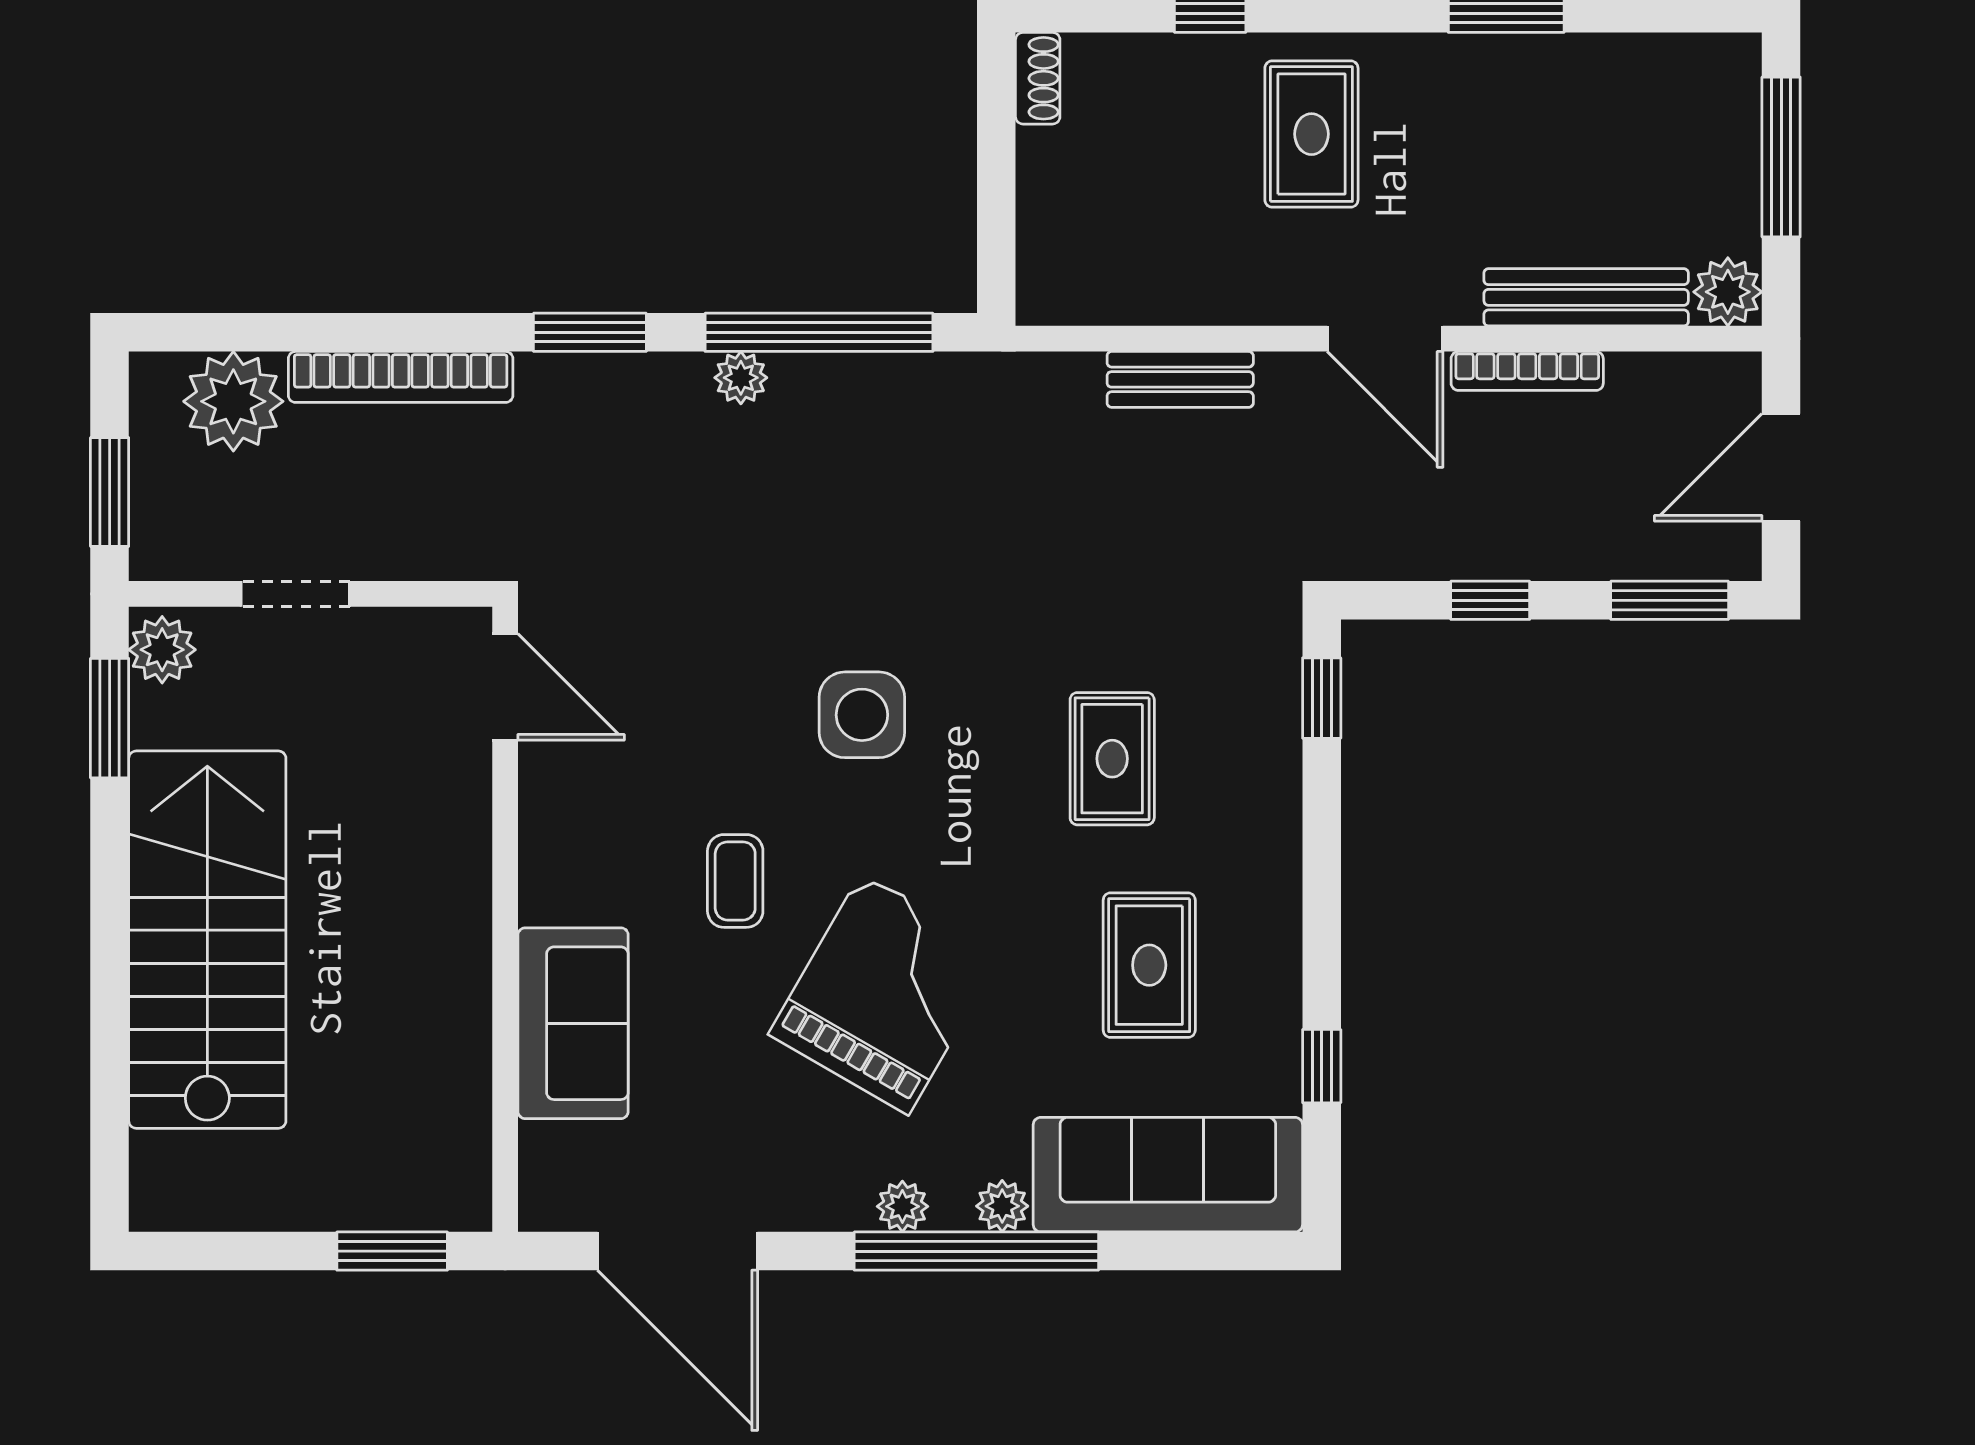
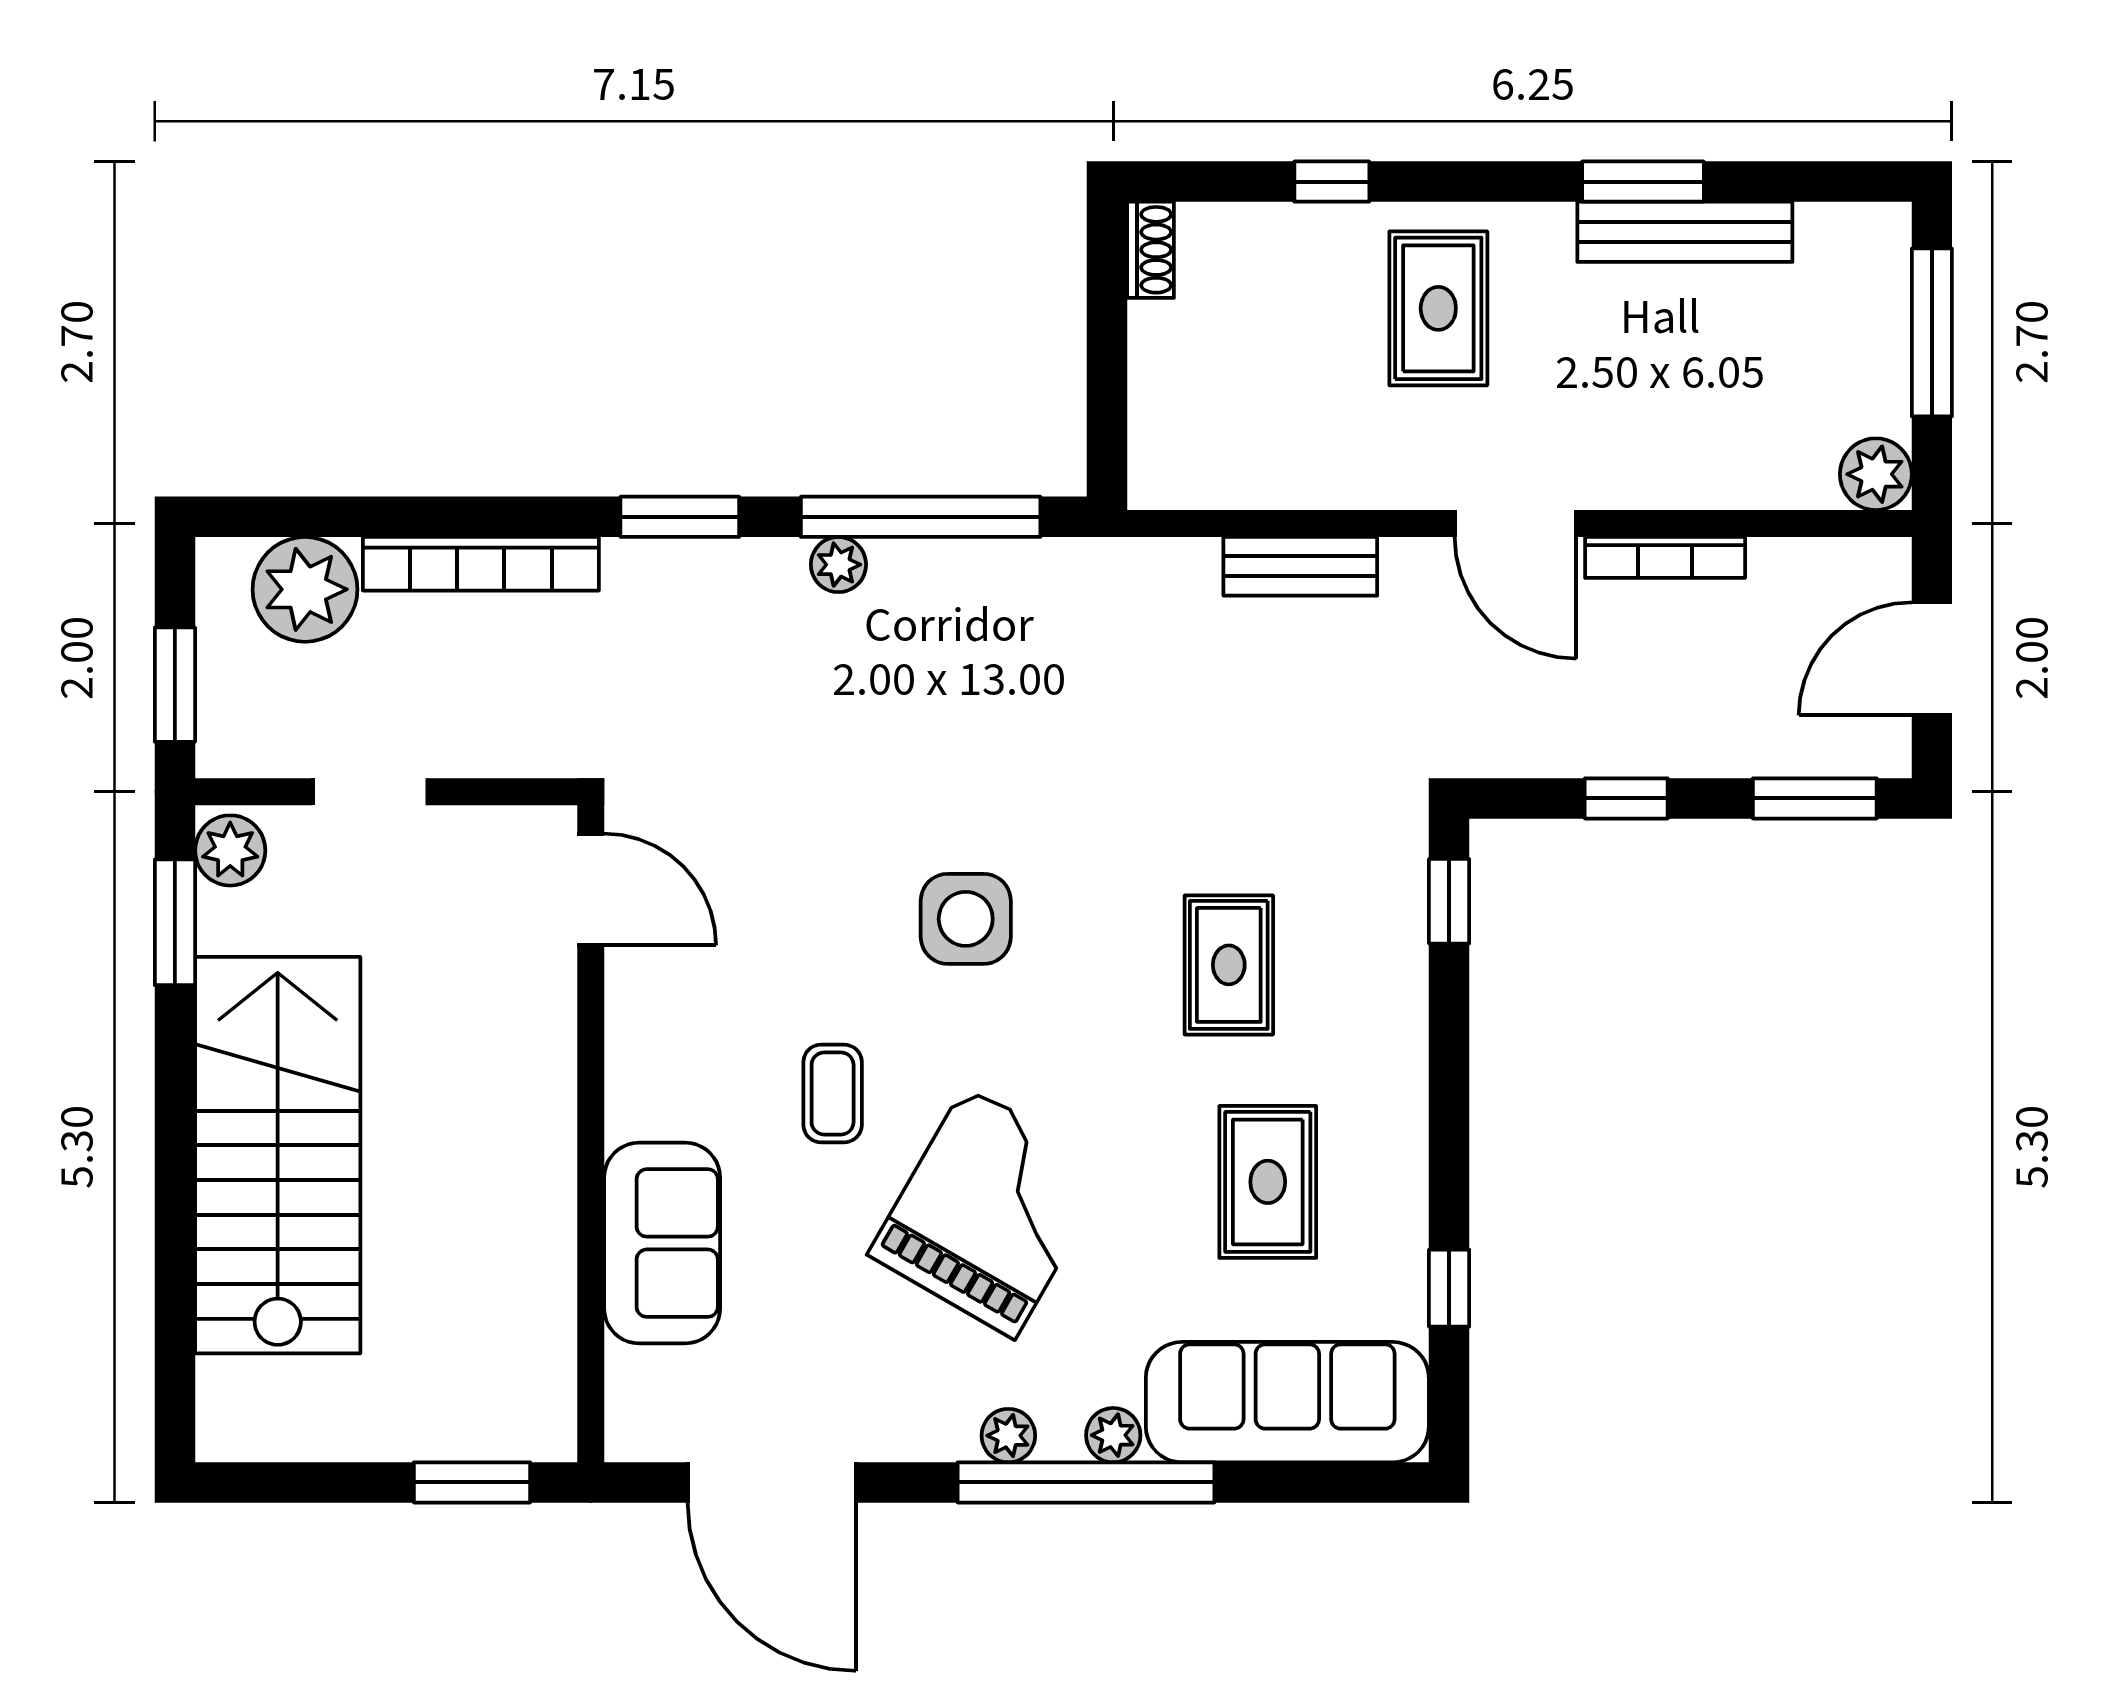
bench: (1586, 297) -> (1685, 232), moved

